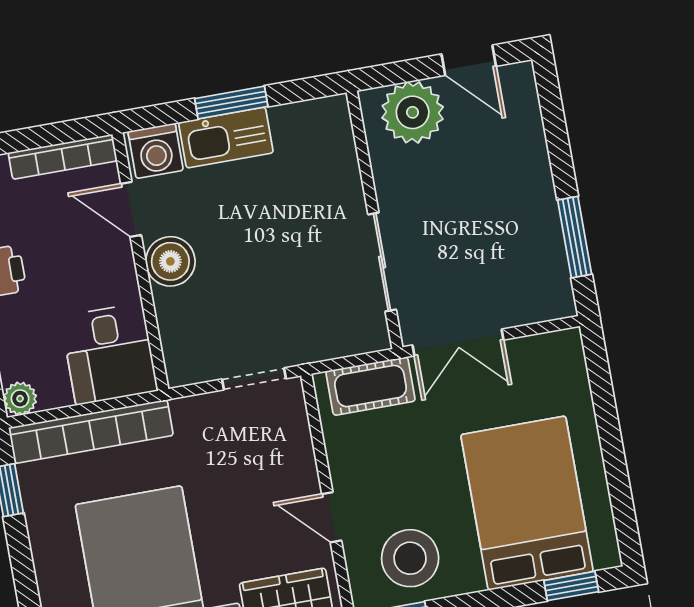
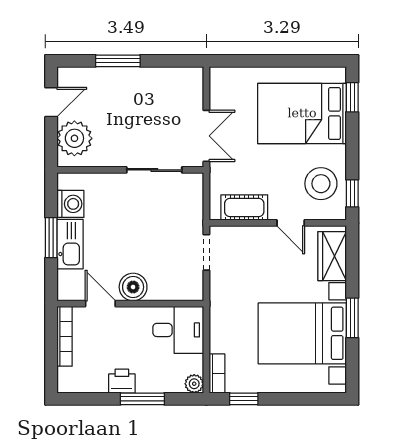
washing machine: (156, 151) -> (70, 204), moved
door: (131, 209) -> (100, 304), swing flipped
window: (575, 237) -> (118, 61), moved
cot: (371, 386) -> (244, 207), moved, turned 90
bookcase: (91, 431) -> (217, 374), width x0.43, depth x0.76
door: (332, 517) -> (291, 223), hinge flipped

